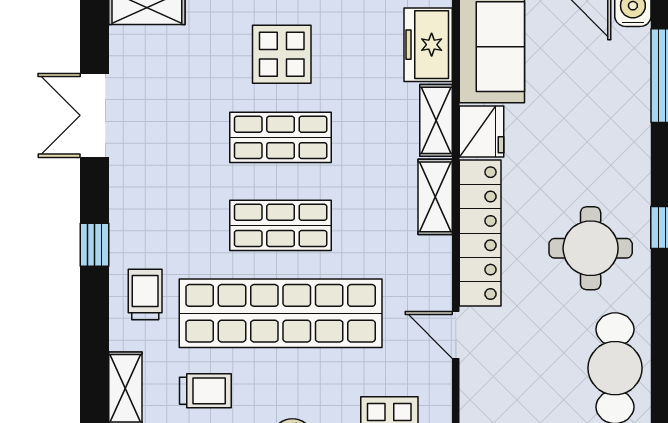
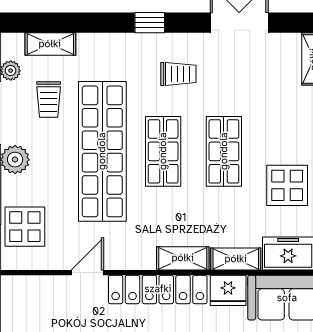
display table: (282, 54) -> (287, 185), moved
trolley: (145, 295) -> (178, 74), moved

